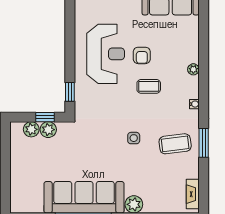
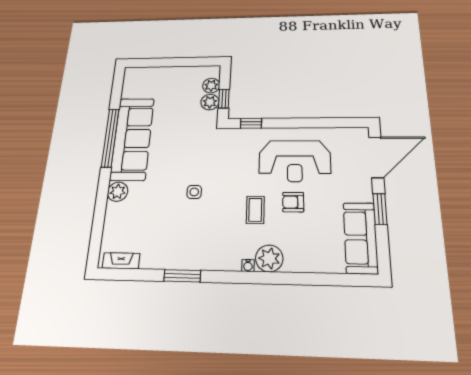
plant: (193, 69) -> (269, 258), width x1.88, depth x1.88
water cooler: (194, 104) -> (248, 265), moved
coffee table: (175, 144) -> (184, 240), removed

